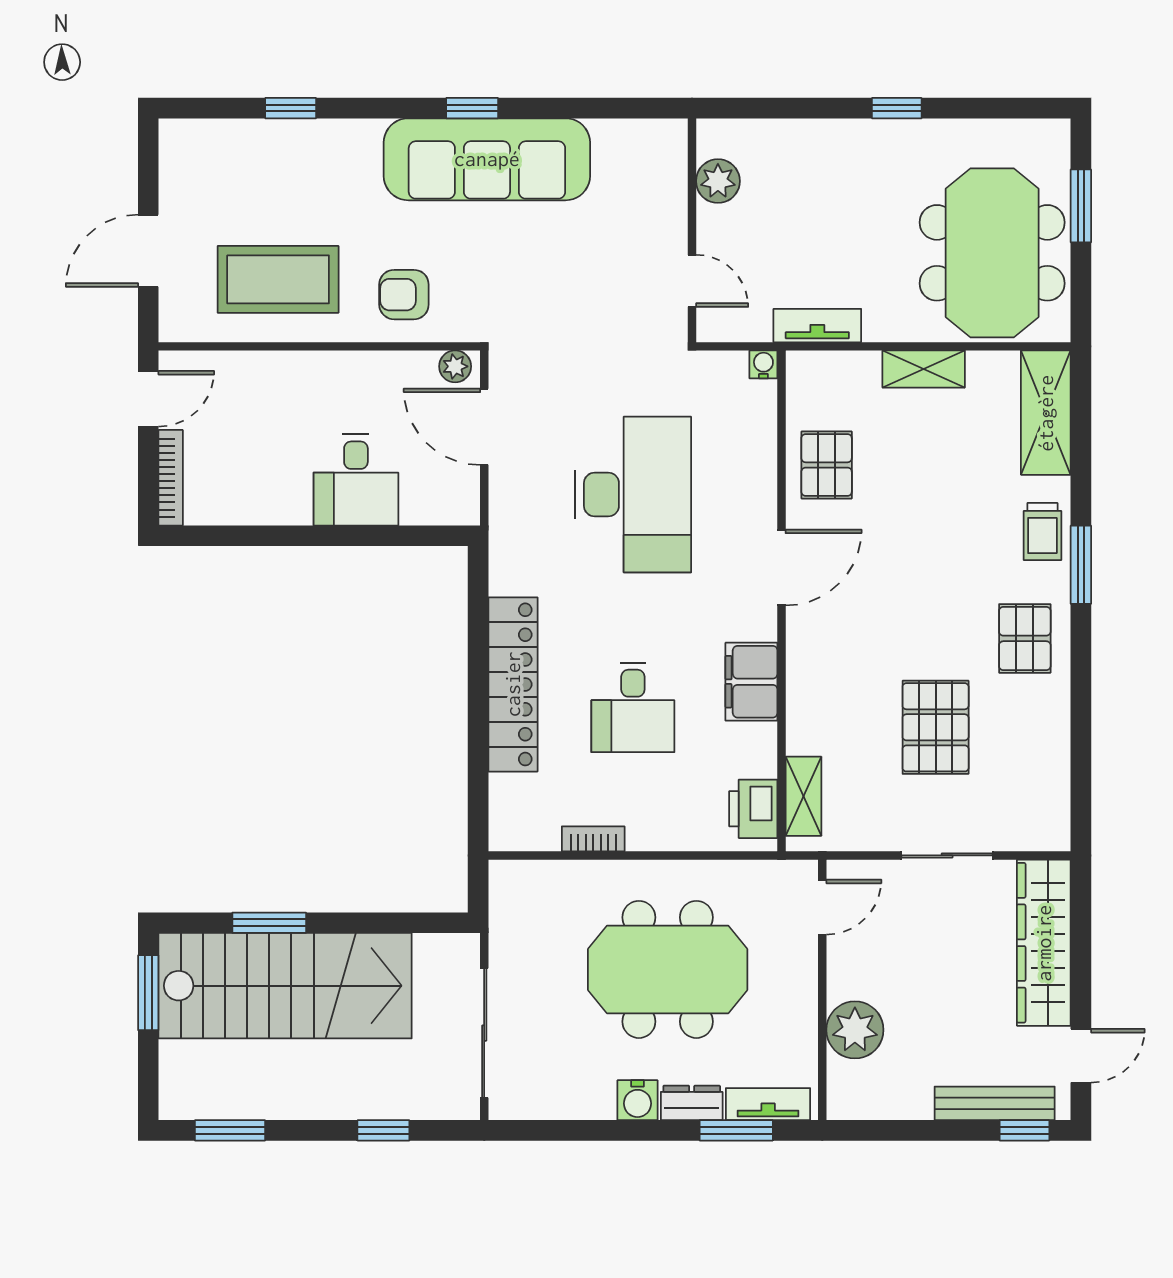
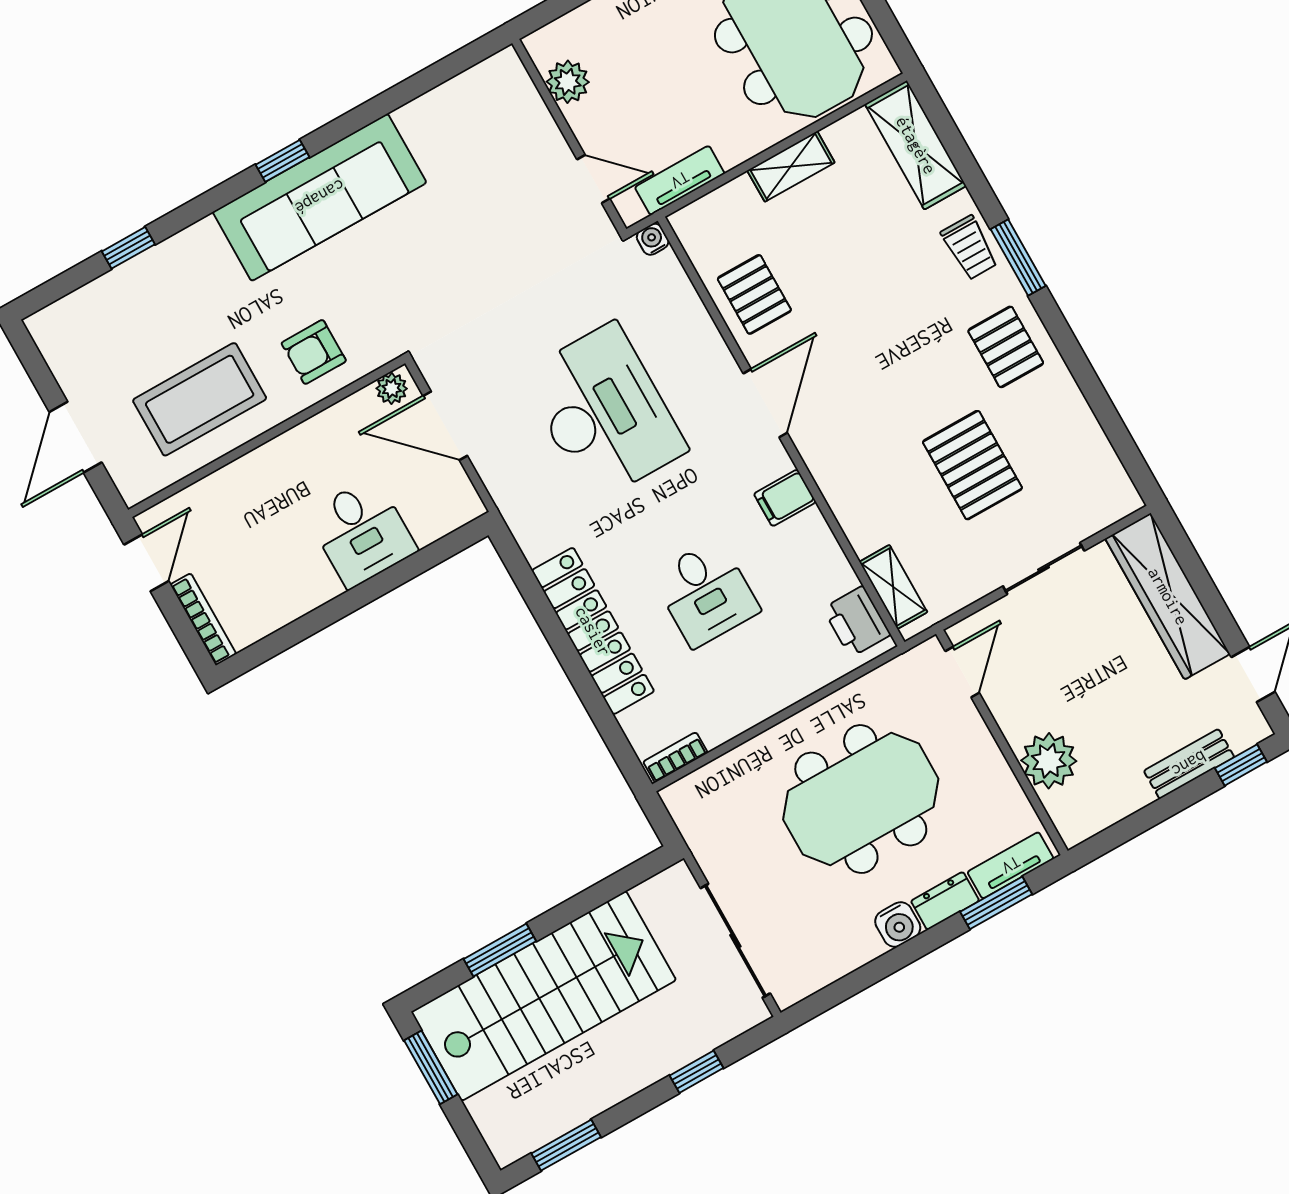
plant: (718, 181) -> (568, 82), moved
wall: (692, 230) -> (569, 136), moved
door: (692, 281) -> (593, 179), moved
filing cabinet: (751, 682) -> (785, 498), width x0.50
bookcase: (593, 839) -> (675, 757), moved
bench: (995, 1103) -> (1189, 764), width x0.73

